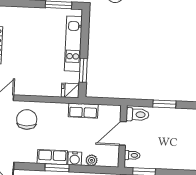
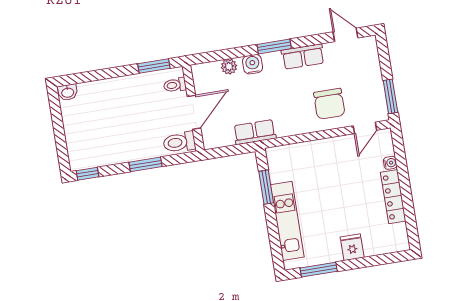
fridge: (70, 90) -> (352, 247), moved, turned -90
row of seats: (52, 157) -> (303, 57), moved

